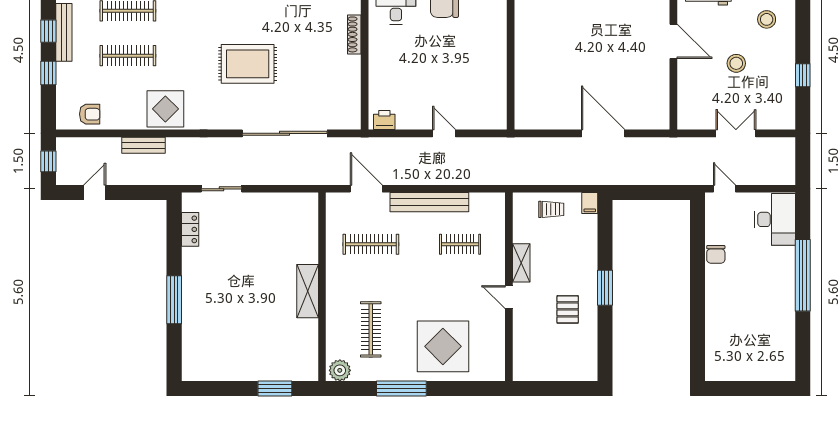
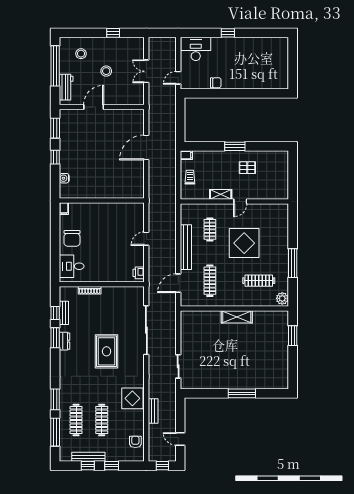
locker: (190, 229) -> (201, 384), removed
window: (803, 275) -> (228, 33), width x0.32
display table: (443, 346) -> (244, 243), moved

